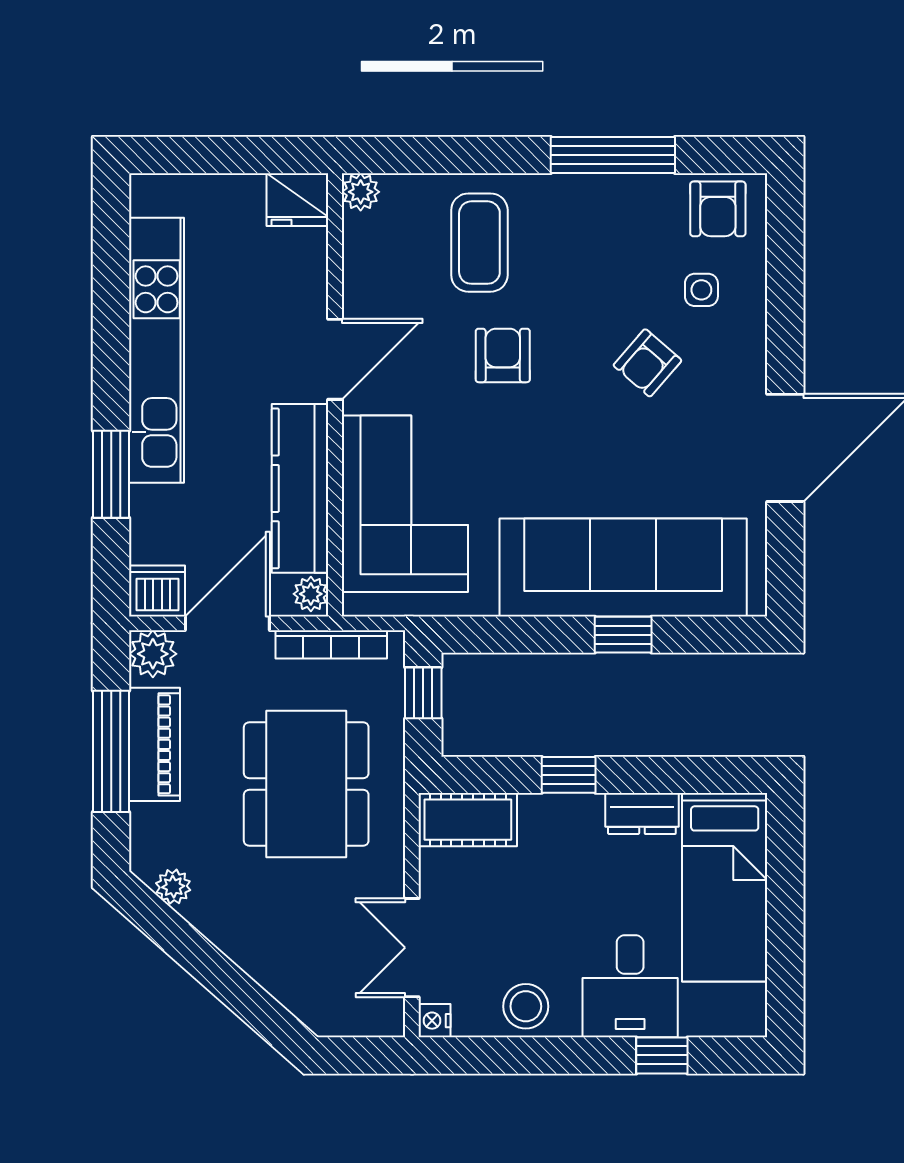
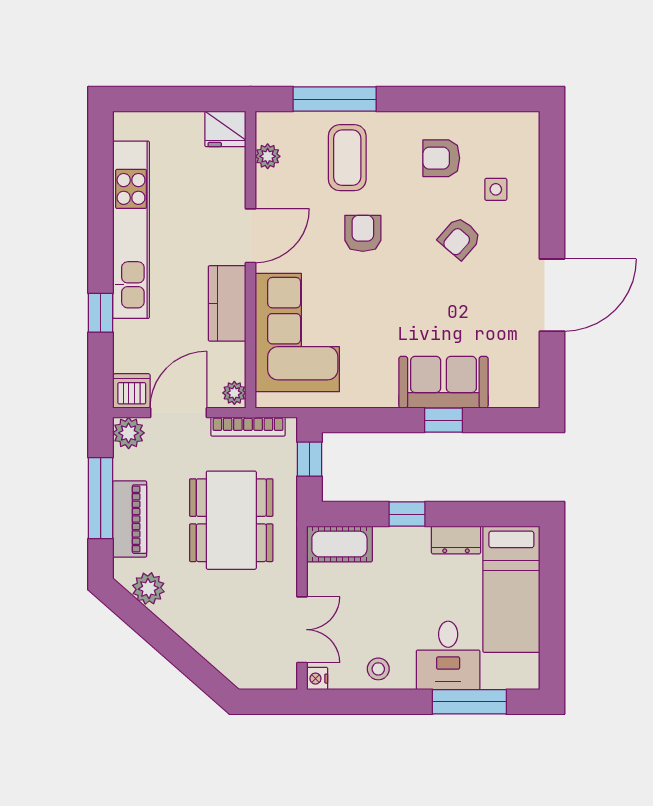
window: (613, 155) -> (335, 99), moved
plant: (361, 192) -> (268, 156), moved
armchair: (718, 209) -> (441, 158), moved, turned 90
window: (111, 474) -> (101, 313), width x0.67
kitchen counter: (300, 488) -> (227, 303), width x0.67
sofa: (623, 568) -> (443, 382), width x0.54, depth x0.79
piano: (155, 744) -> (130, 519), moved
plant: (173, 887) -> (148, 588), width x1.38, depth x1.38
double door: (412, 948) -> (302, 630), swing flipped
stool: (526, 1006) -> (378, 669), width x0.73, depth x0.73
window: (662, 1055) -> (469, 702), width x2.17

